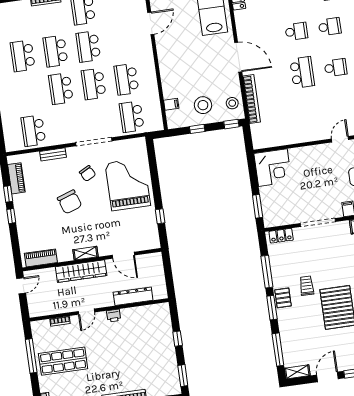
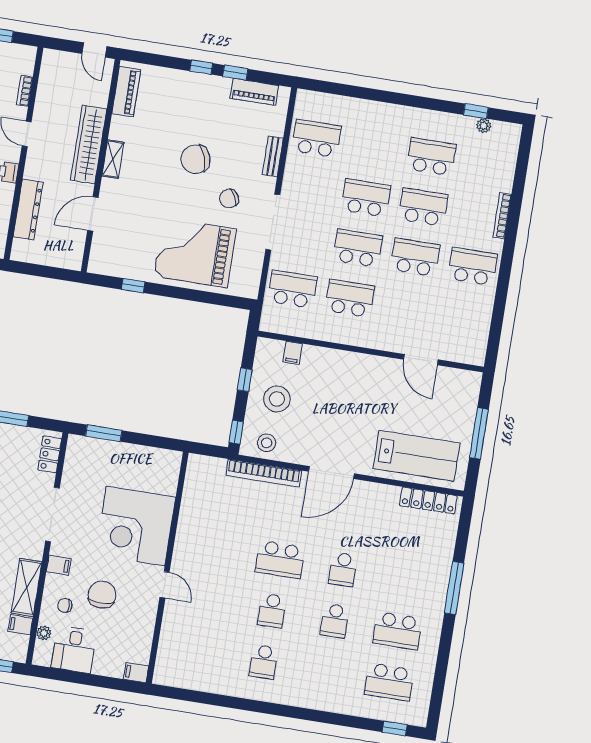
corner desk: (273, 168) -> (136, 526), moved, width x1.36, depth x1.36
grand piano: (128, 184) -> (195, 253), turned 180

